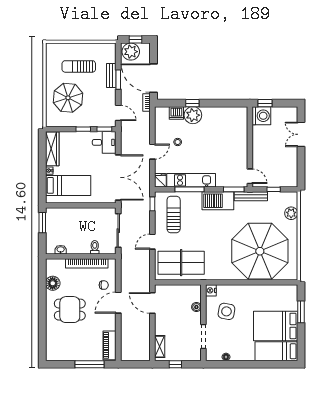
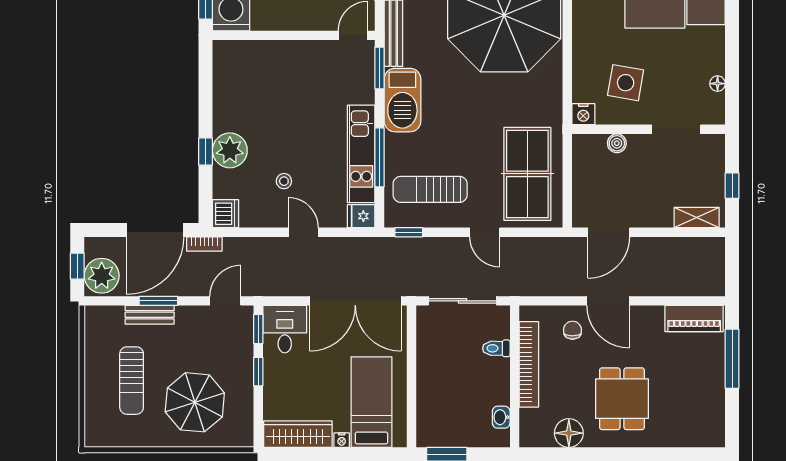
dishwasher: (176, 113) -> (225, 214), moved
double door: (118, 177) -> (355, 301), swing flipped

